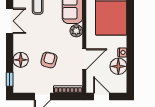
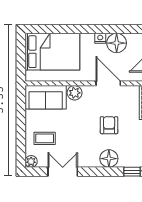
armchair: (49, 60) -> (109, 125), turned 75

